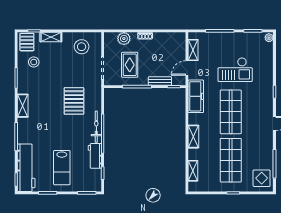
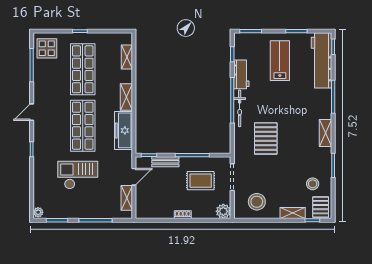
plant: (124, 39) -> (223, 211), moved
rug: (130, 65) -> (201, 181), turned 90
freezer: (196, 96) -> (124, 130), moved

